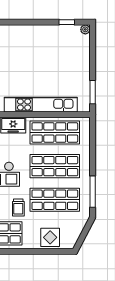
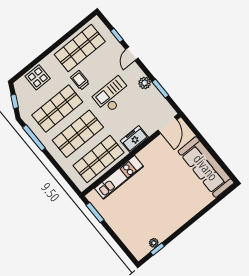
plant: (85, 29) -> (154, 243), moved
kitchen unit: (41, 105) -> (119, 177), width x0.73
window: (84, 233) -> (15, 101), added

